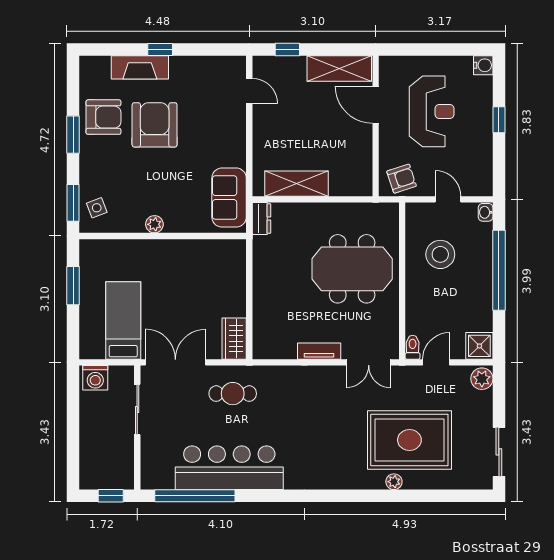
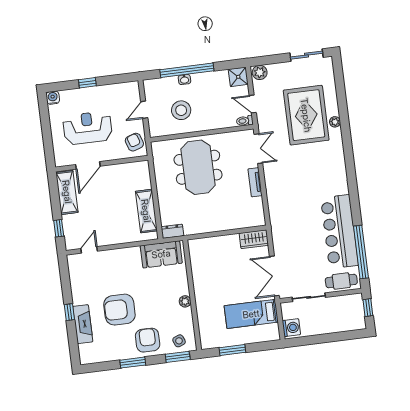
armchair: (103, 117) -> (148, 340), moved
washbasin: (486, 212) -> (184, 79), moved
cafe table: (233, 394) -> (341, 281), moved, turned 90

